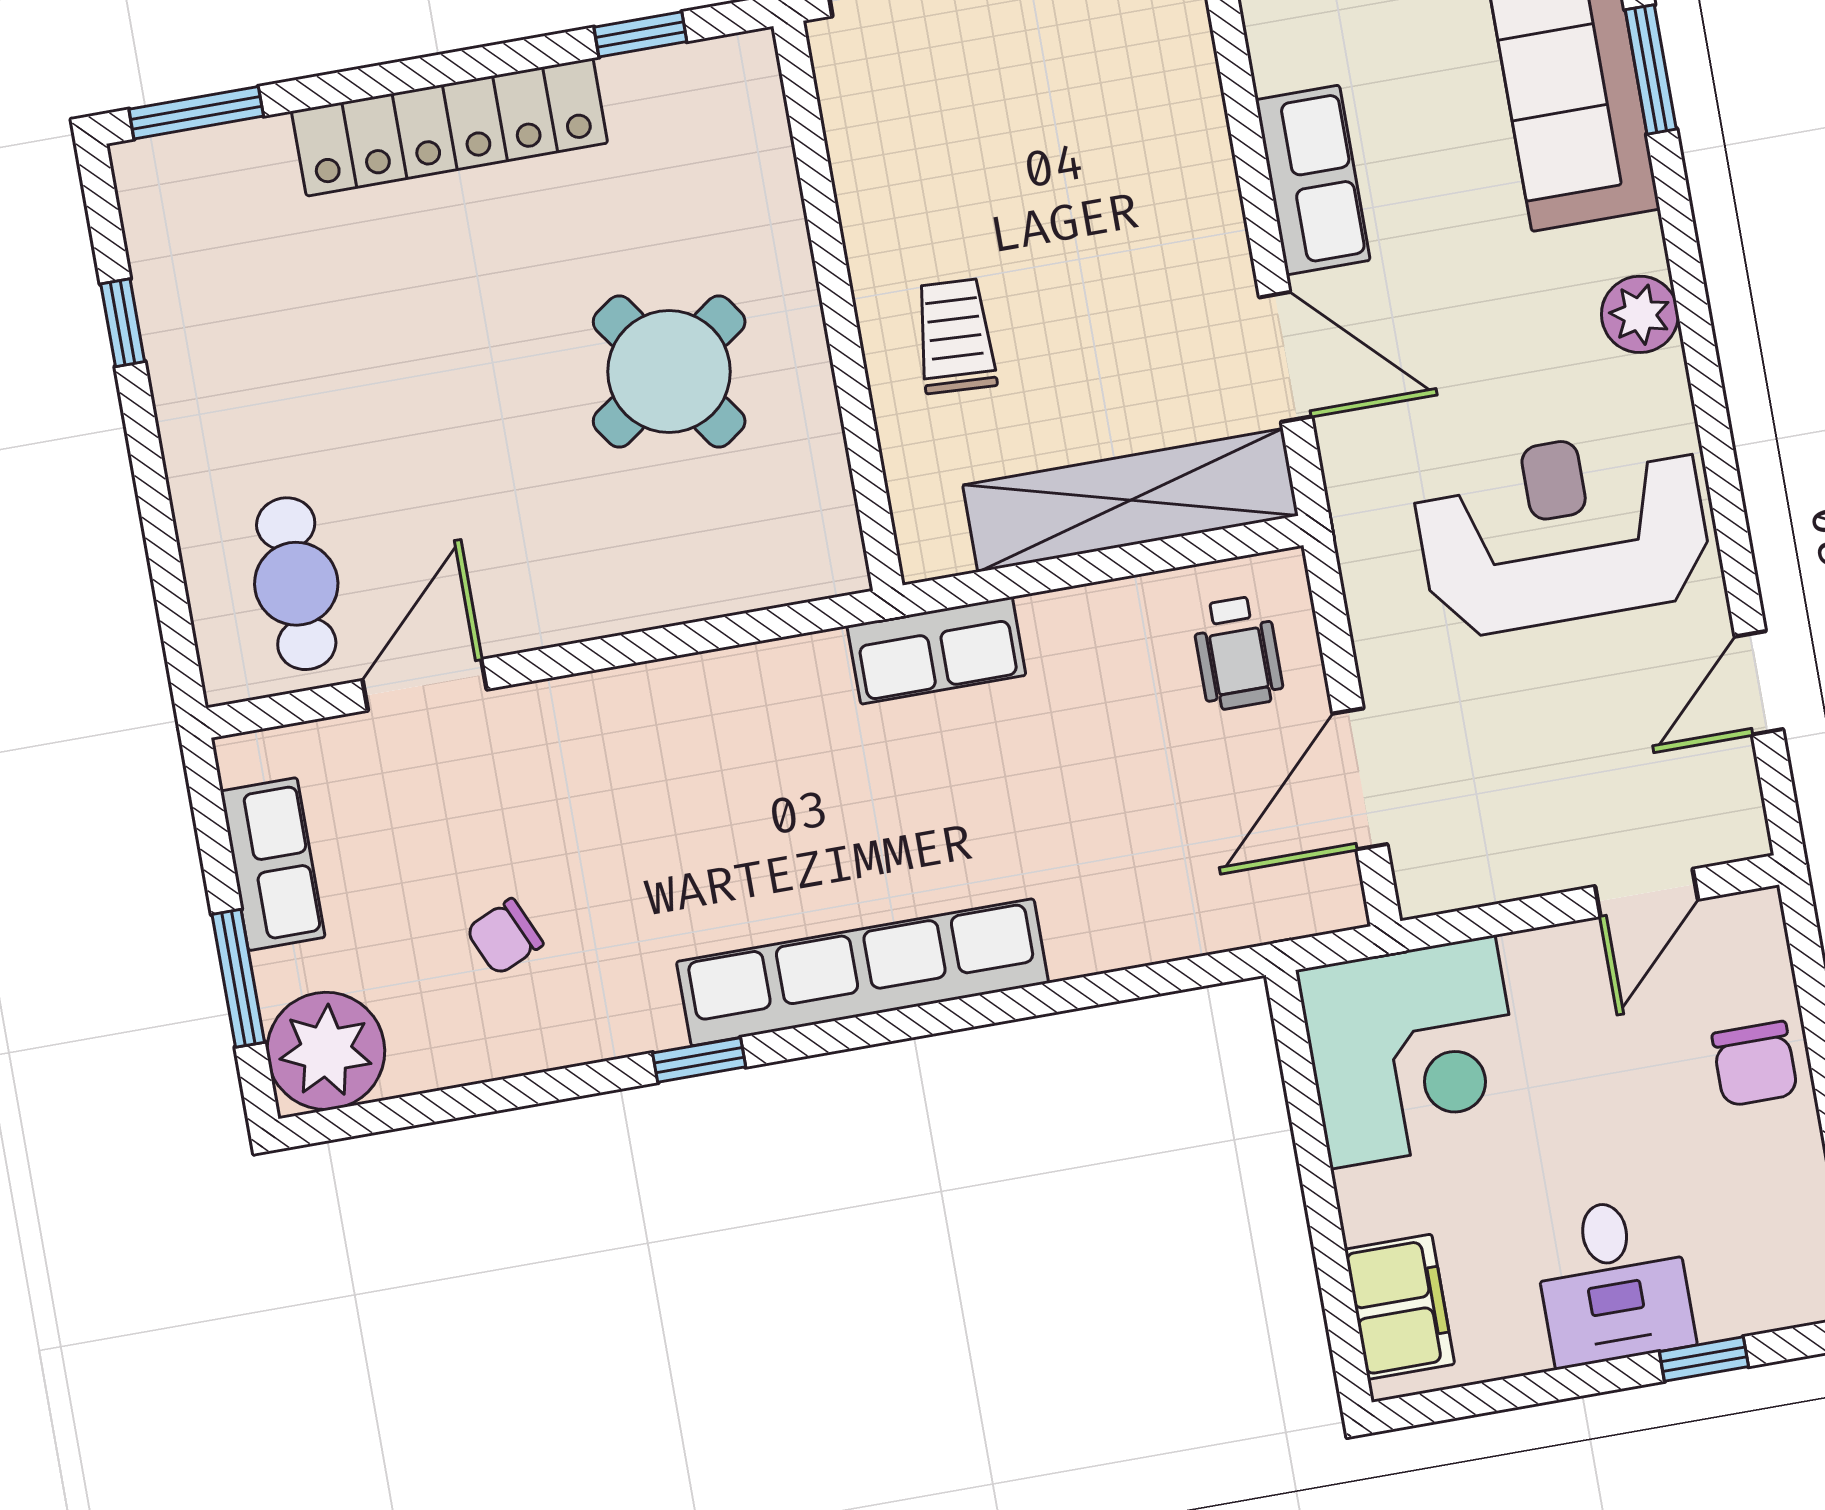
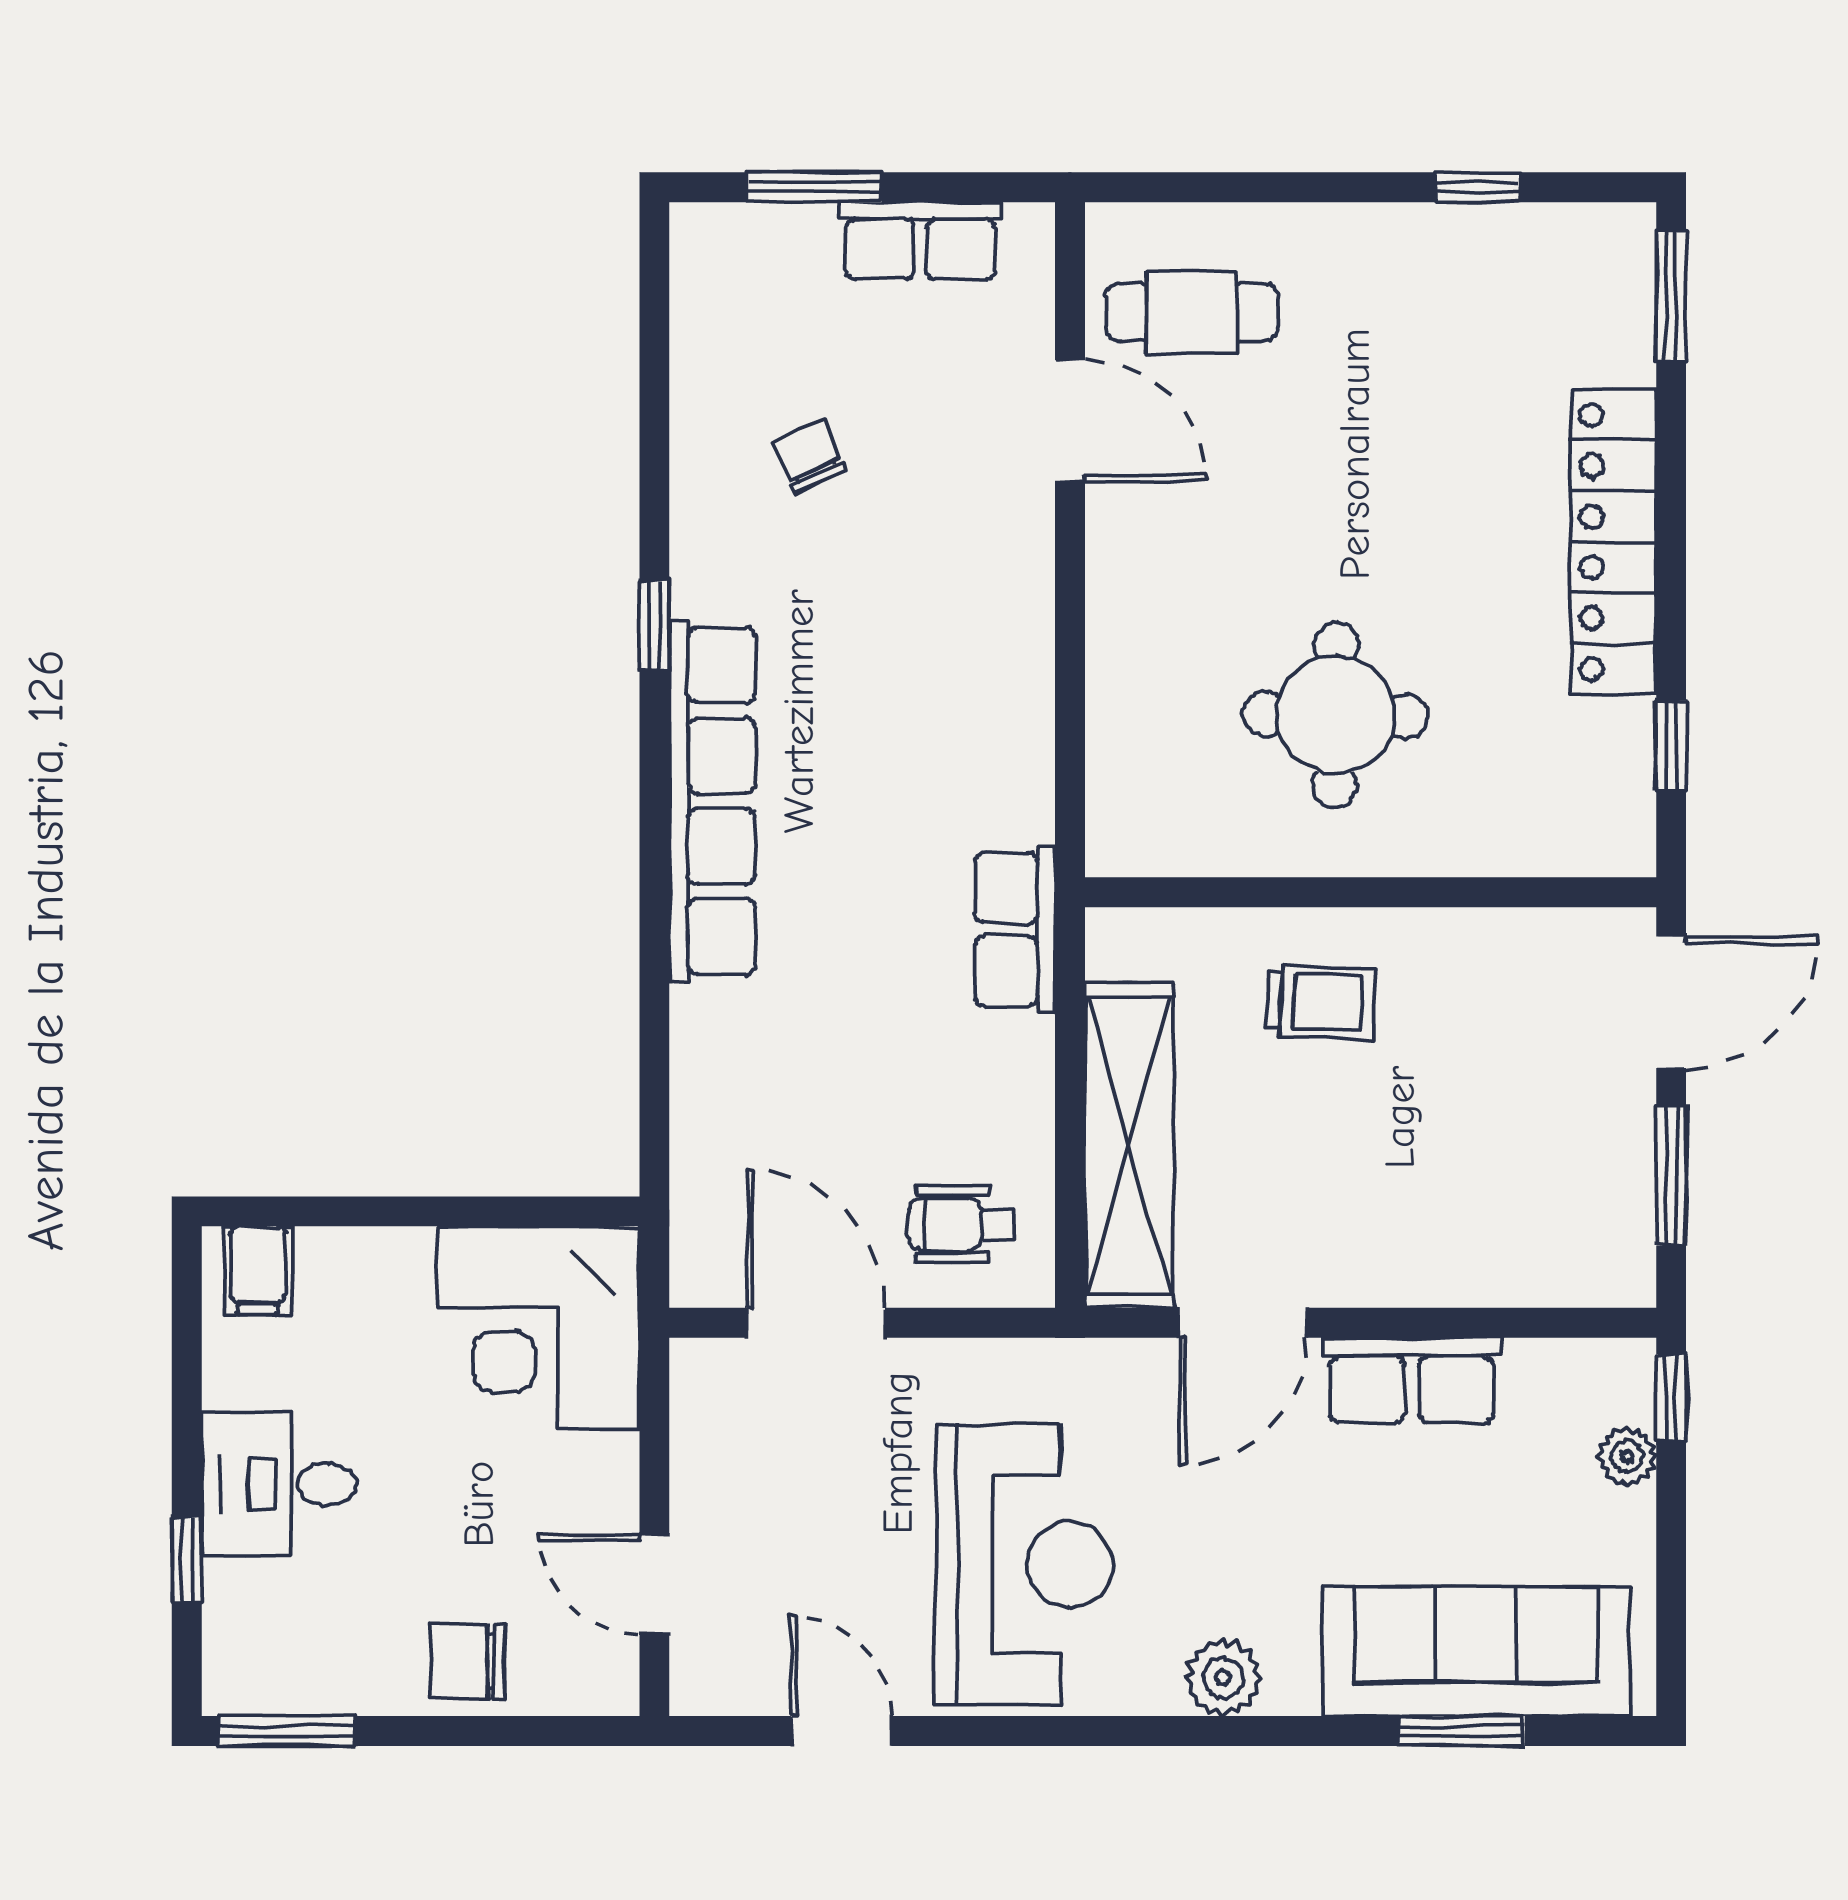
round table: (669, 372) -> (1335, 715), turned 36
plant: (326, 1051) -> (728, 261), removed
filing cabinet: (1400, 1307) -> (258, 1270), width x0.50

